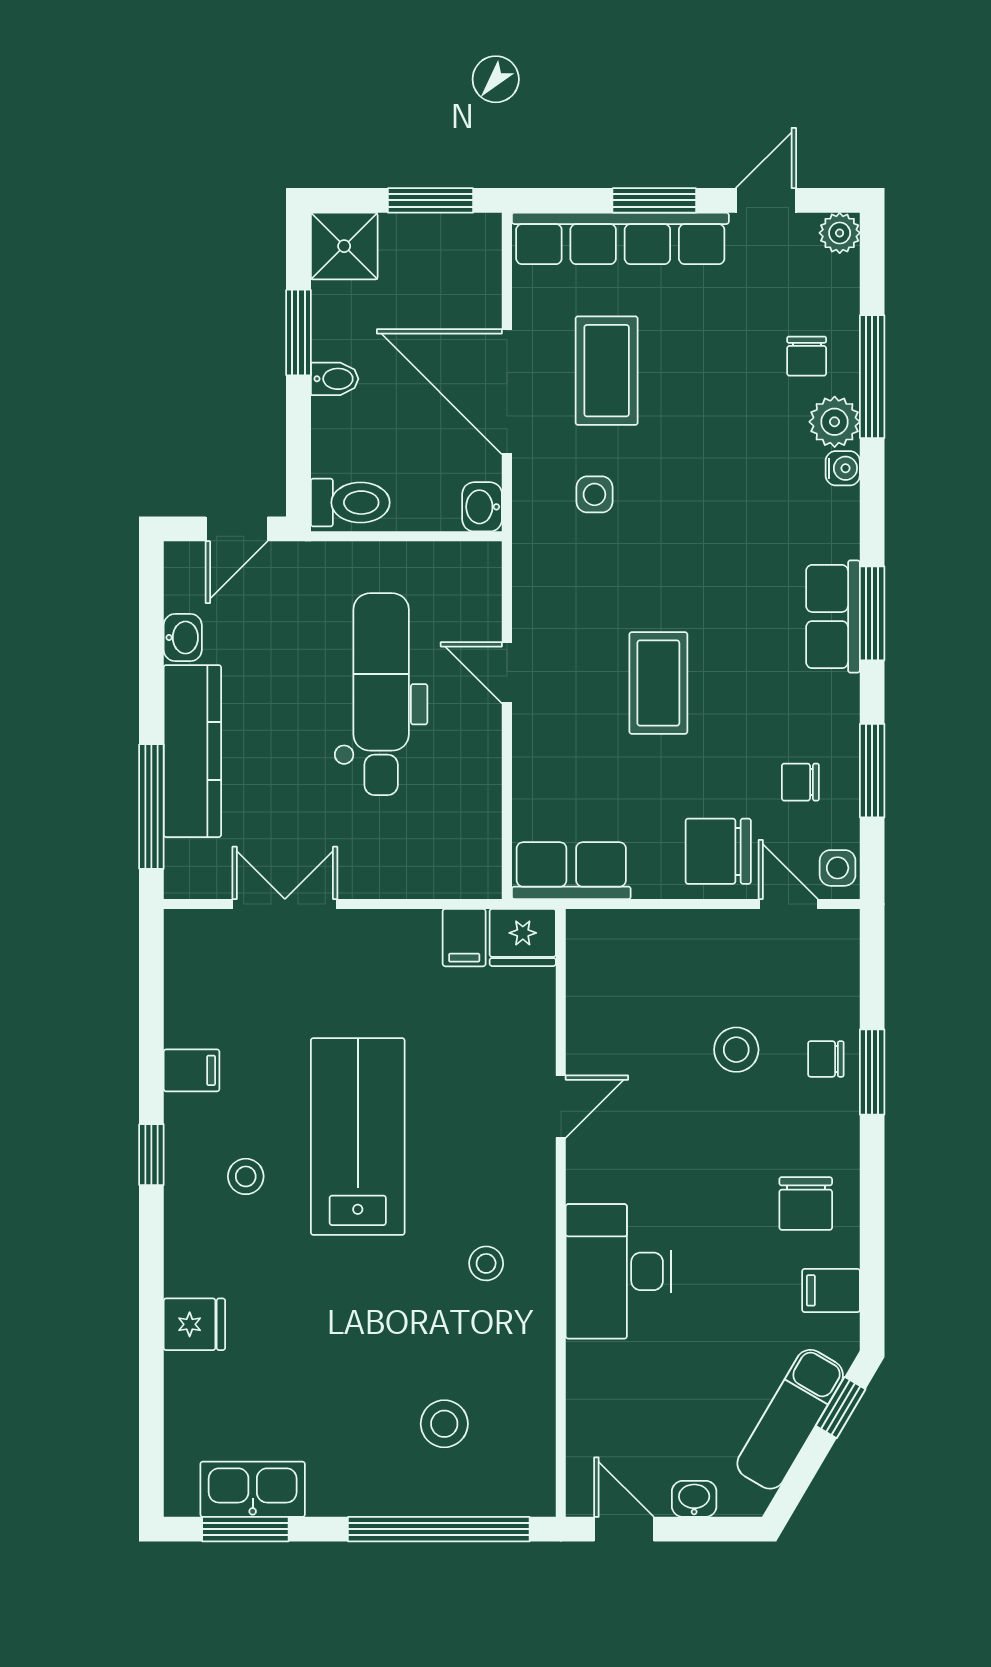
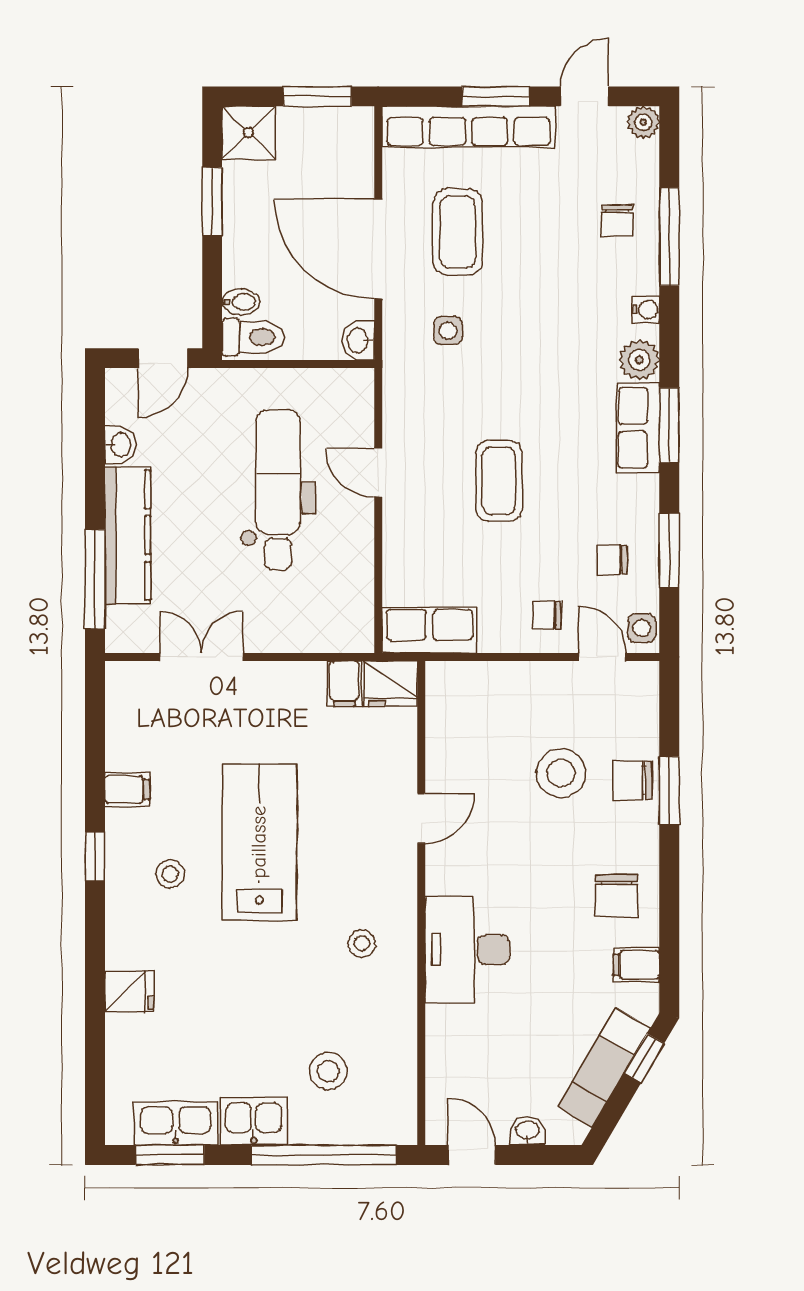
bidet: (335, 379) -> (241, 302), moved
plant: (835, 422) -> (639, 360), moved
chair: (718, 851) -> (547, 615), width x0.54, depth x0.54
stool: (736, 1050) -> (561, 773), width x1.38, depth x1.38
chair: (826, 1059) -> (632, 780), width x1.37, depth x1.37
kitchen sink: (351, 1487) -> (254, 1121), added

